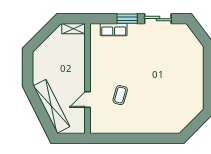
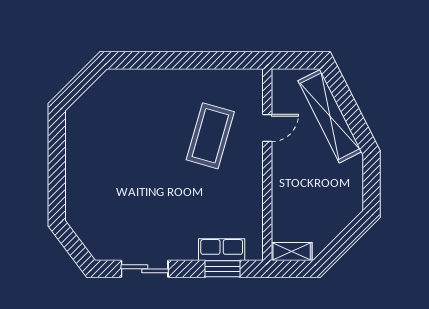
window: (127, 19) -> (223, 269), moved
coffee table: (120, 95) -> (210, 136), width x1.86, depth x1.72

